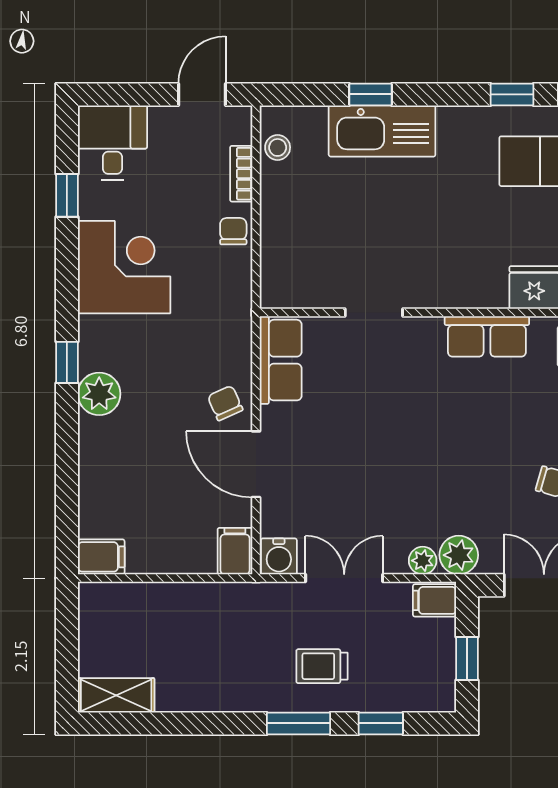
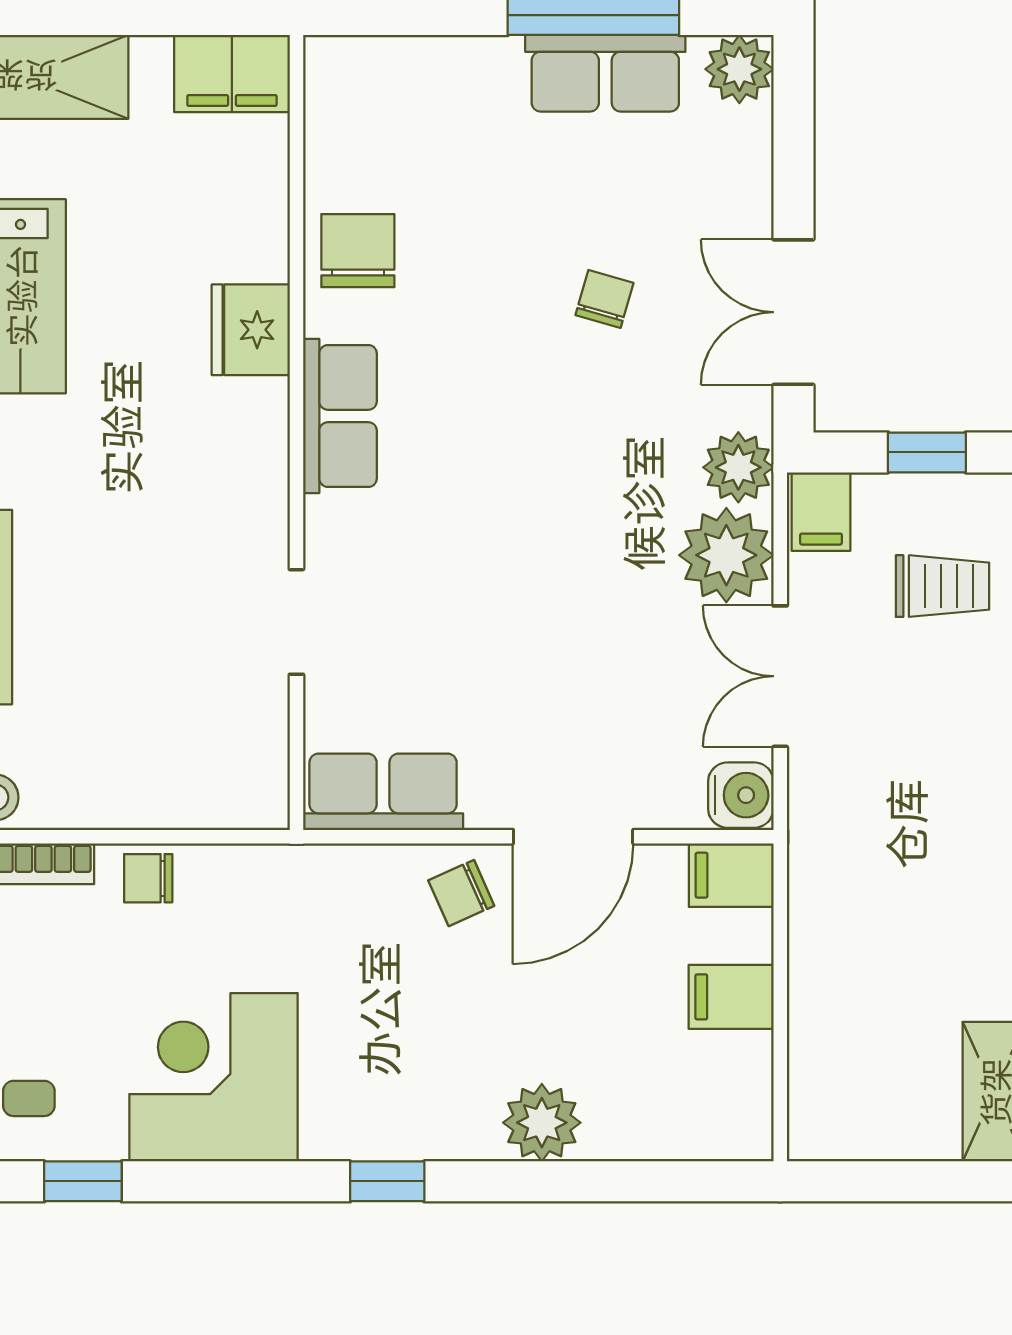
plant: (99, 394) -> (542, 1123), moved
filing cabinet: (101, 557) -> (731, 997), moved, turned -90
plant: (423, 561) -> (726, 555), width x1.88, depth x1.88
trolley: (322, 666) -> (943, 586), moved, turned -90

